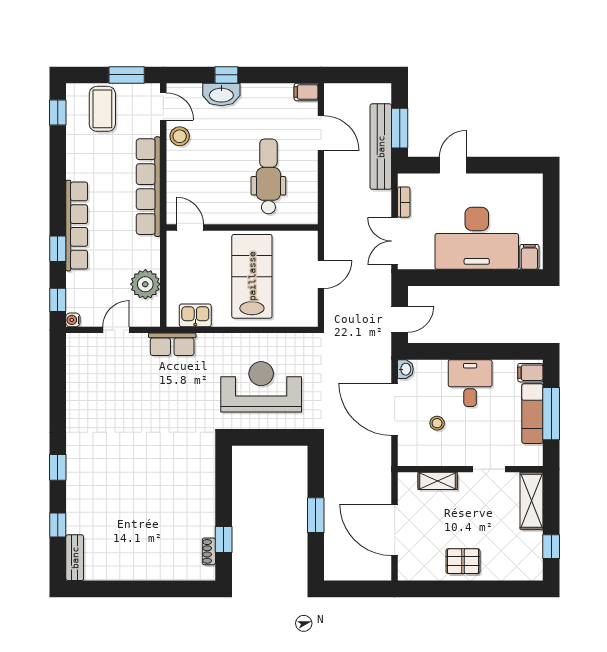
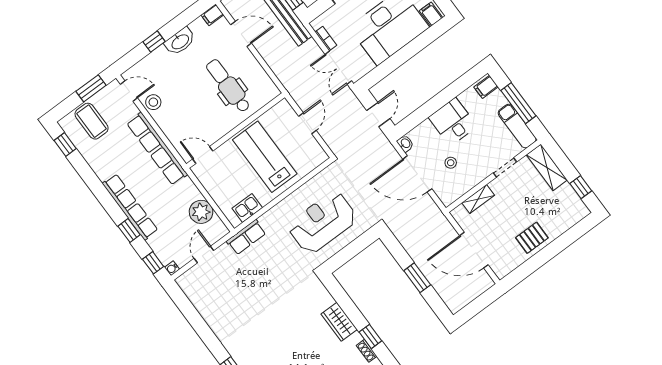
washbasin: (221, 94) -> (180, 41), moved
exam couch: (532, 414) -> (517, 126), moved
wardrobe: (203, 501) -> (339, 322), added

